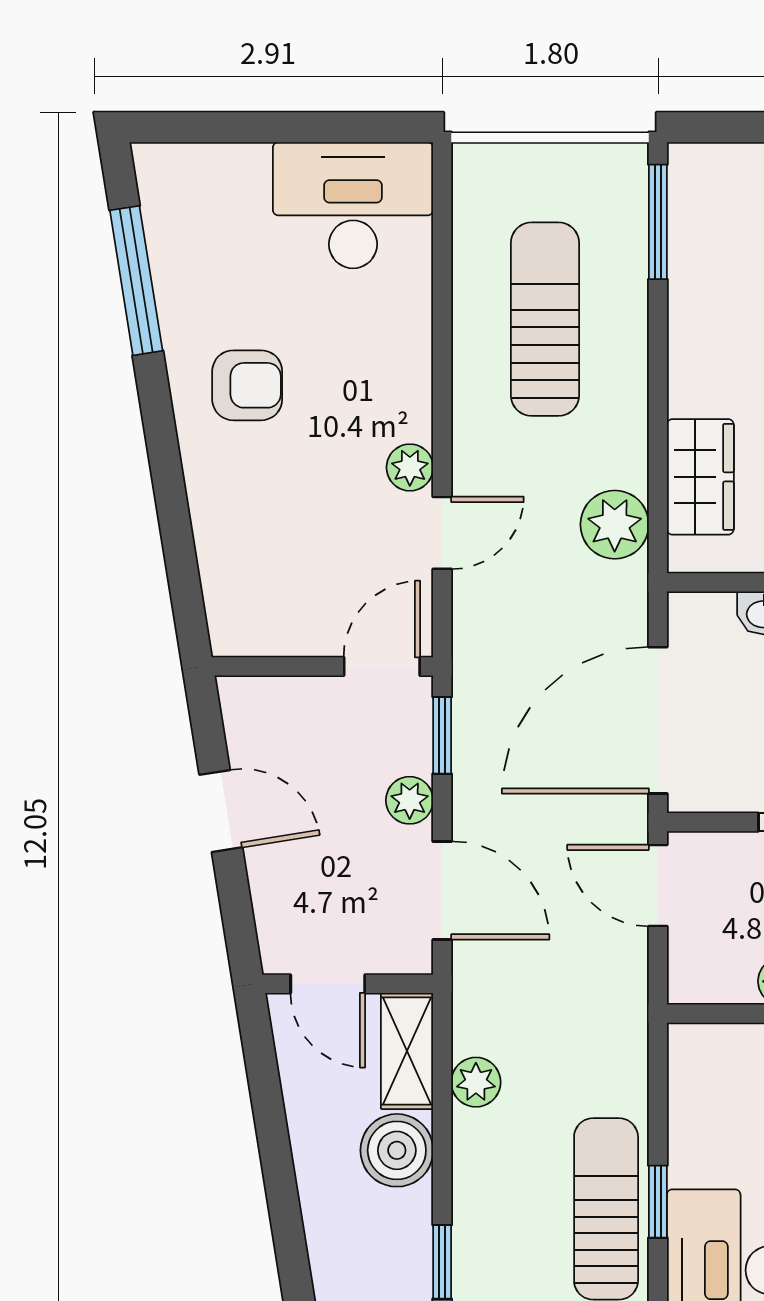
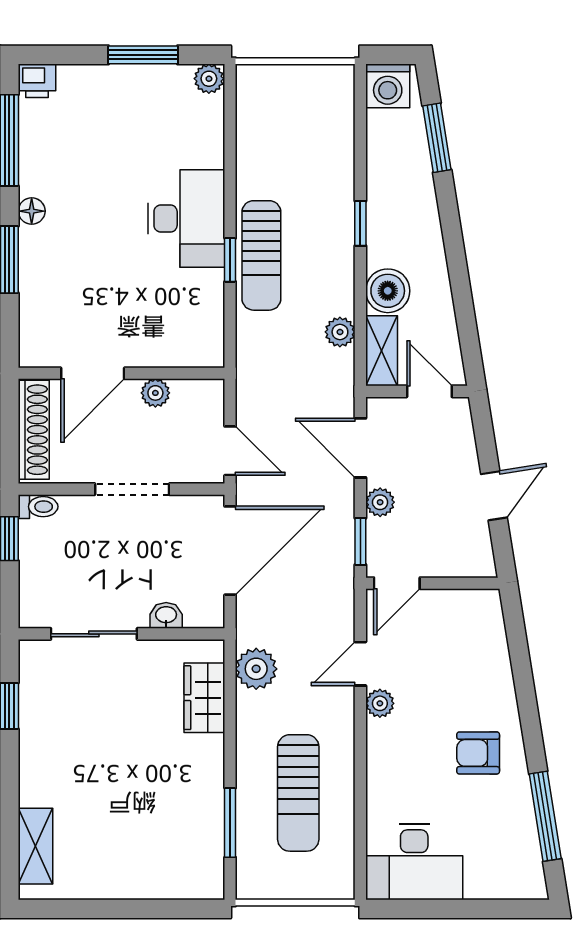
window: (658, 222) -> (230, 823), moved
door: (221, 811) -> (494, 496), swing flipped

